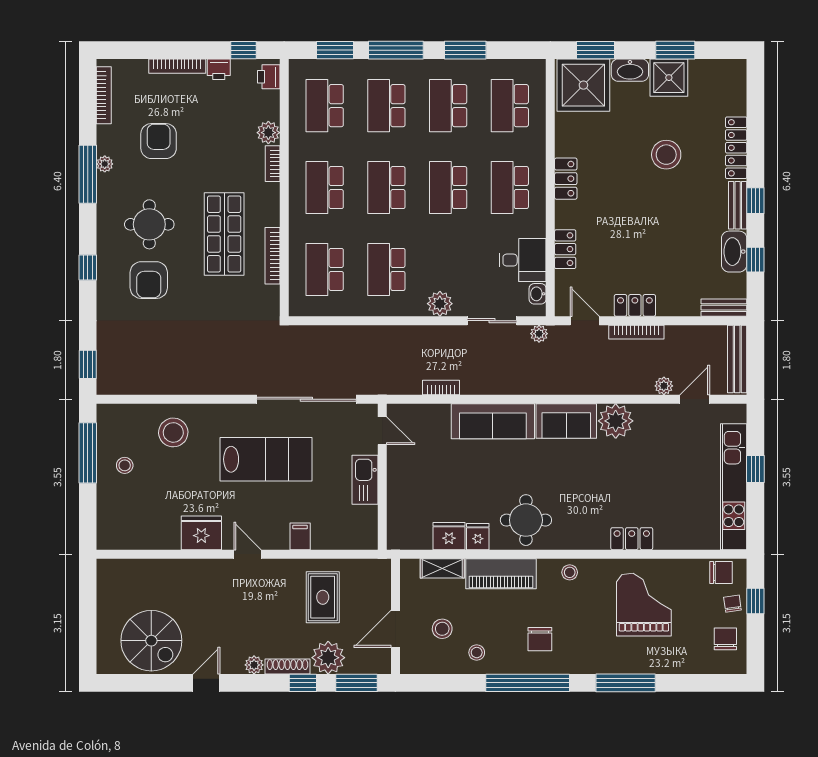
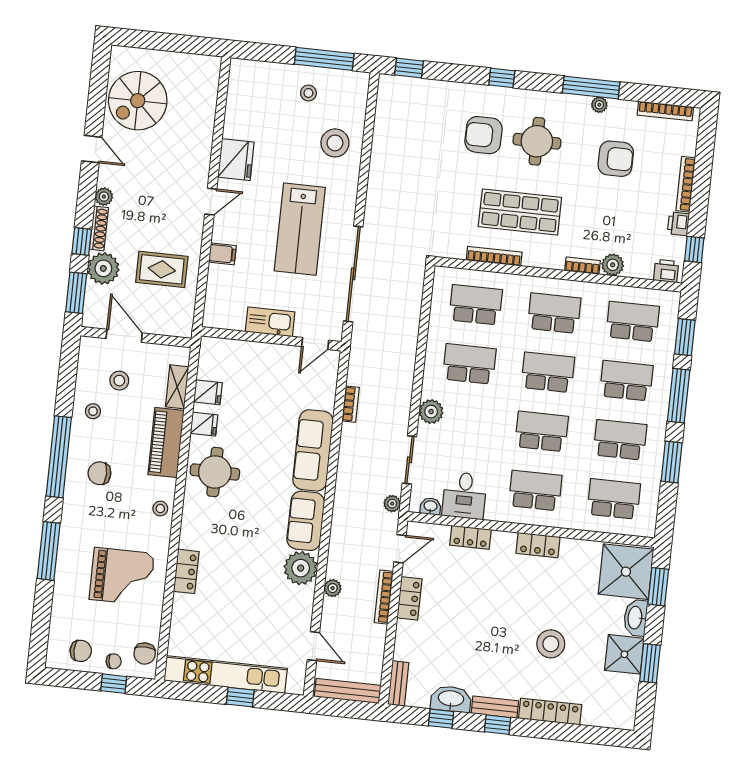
plant: (664, 386) -> (333, 588), moved
fridge: (449, 536) -> (208, 392), width x0.72

